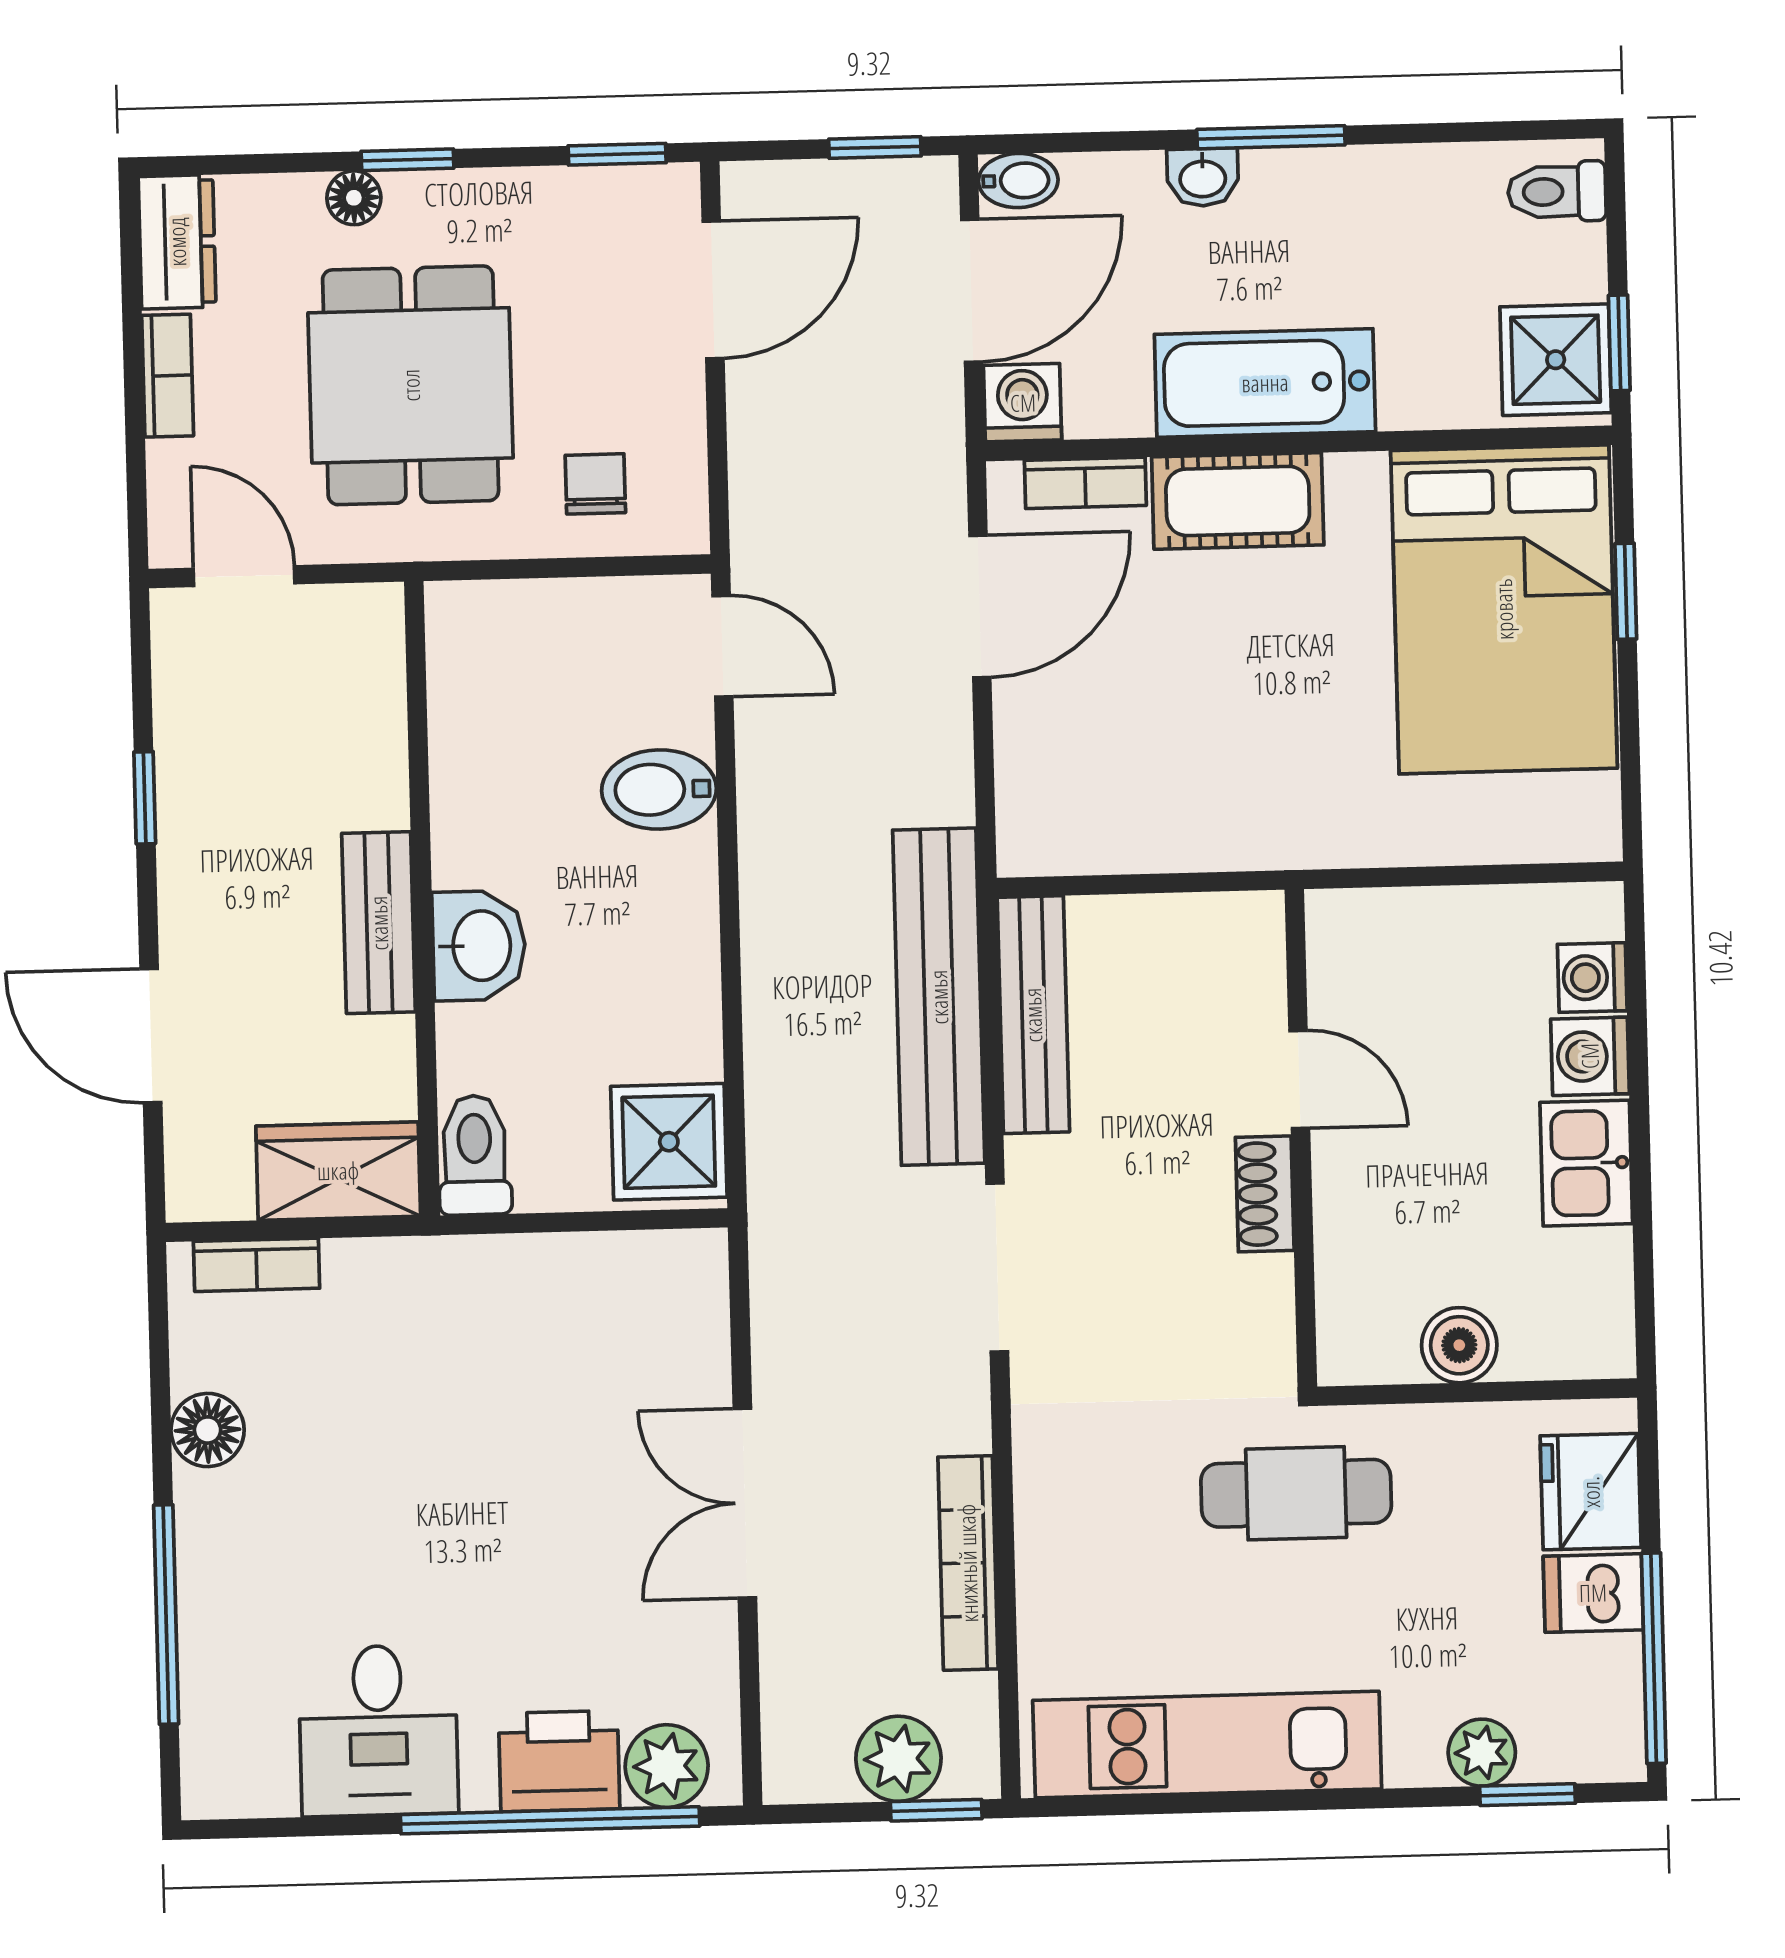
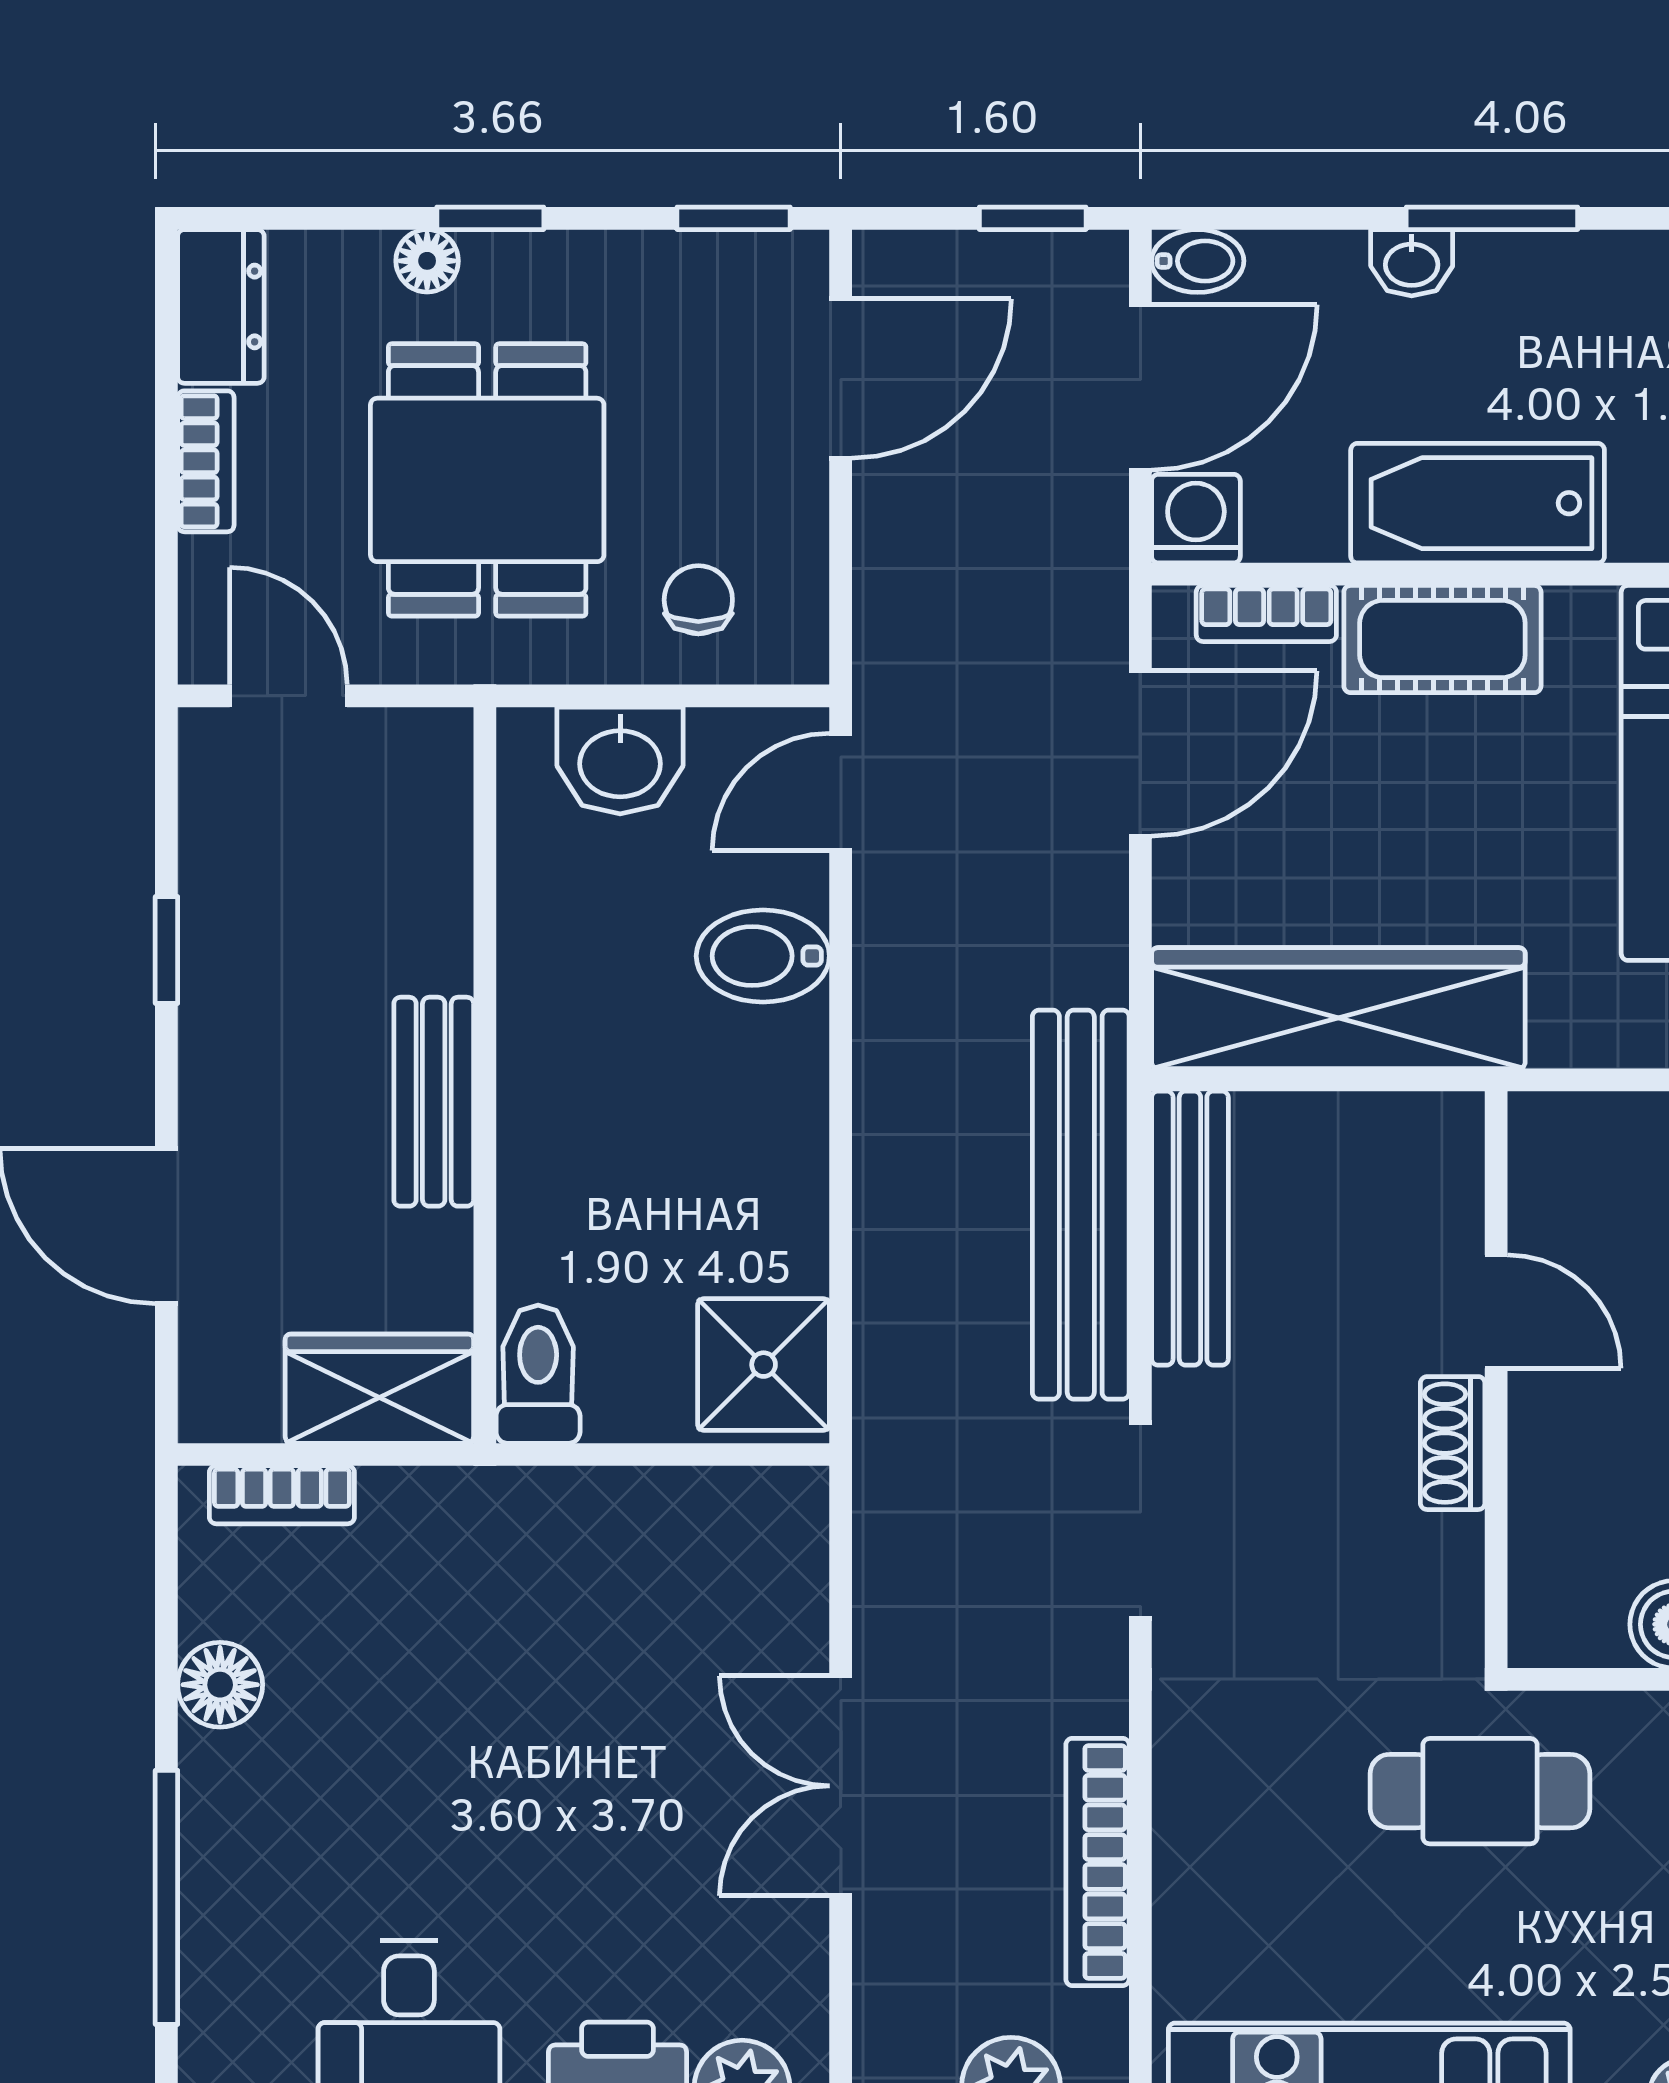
door: (722, 646) -> (841, 792), swing flipped
wardrobe: (1156, 822) -> (1338, 1008), added
washbasin: (479, 946) -> (620, 761), moved, turned 90

